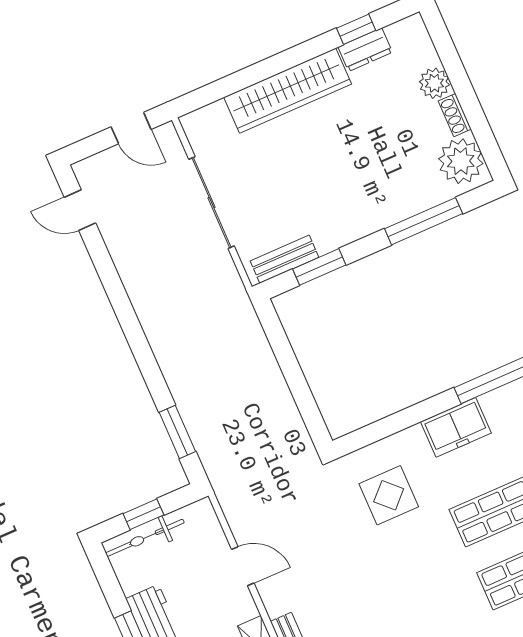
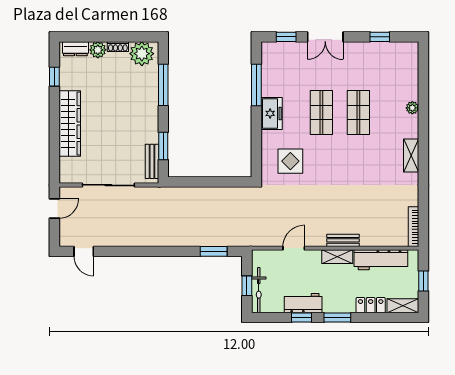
dresser: (365, 50) -> (75, 49), moved, turned 90
door: (80, 210) -> (84, 251), hinge flipped

